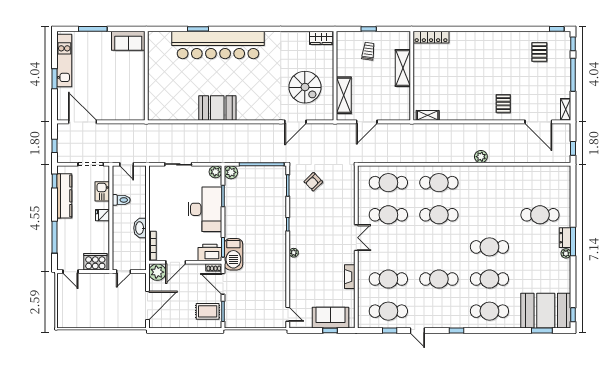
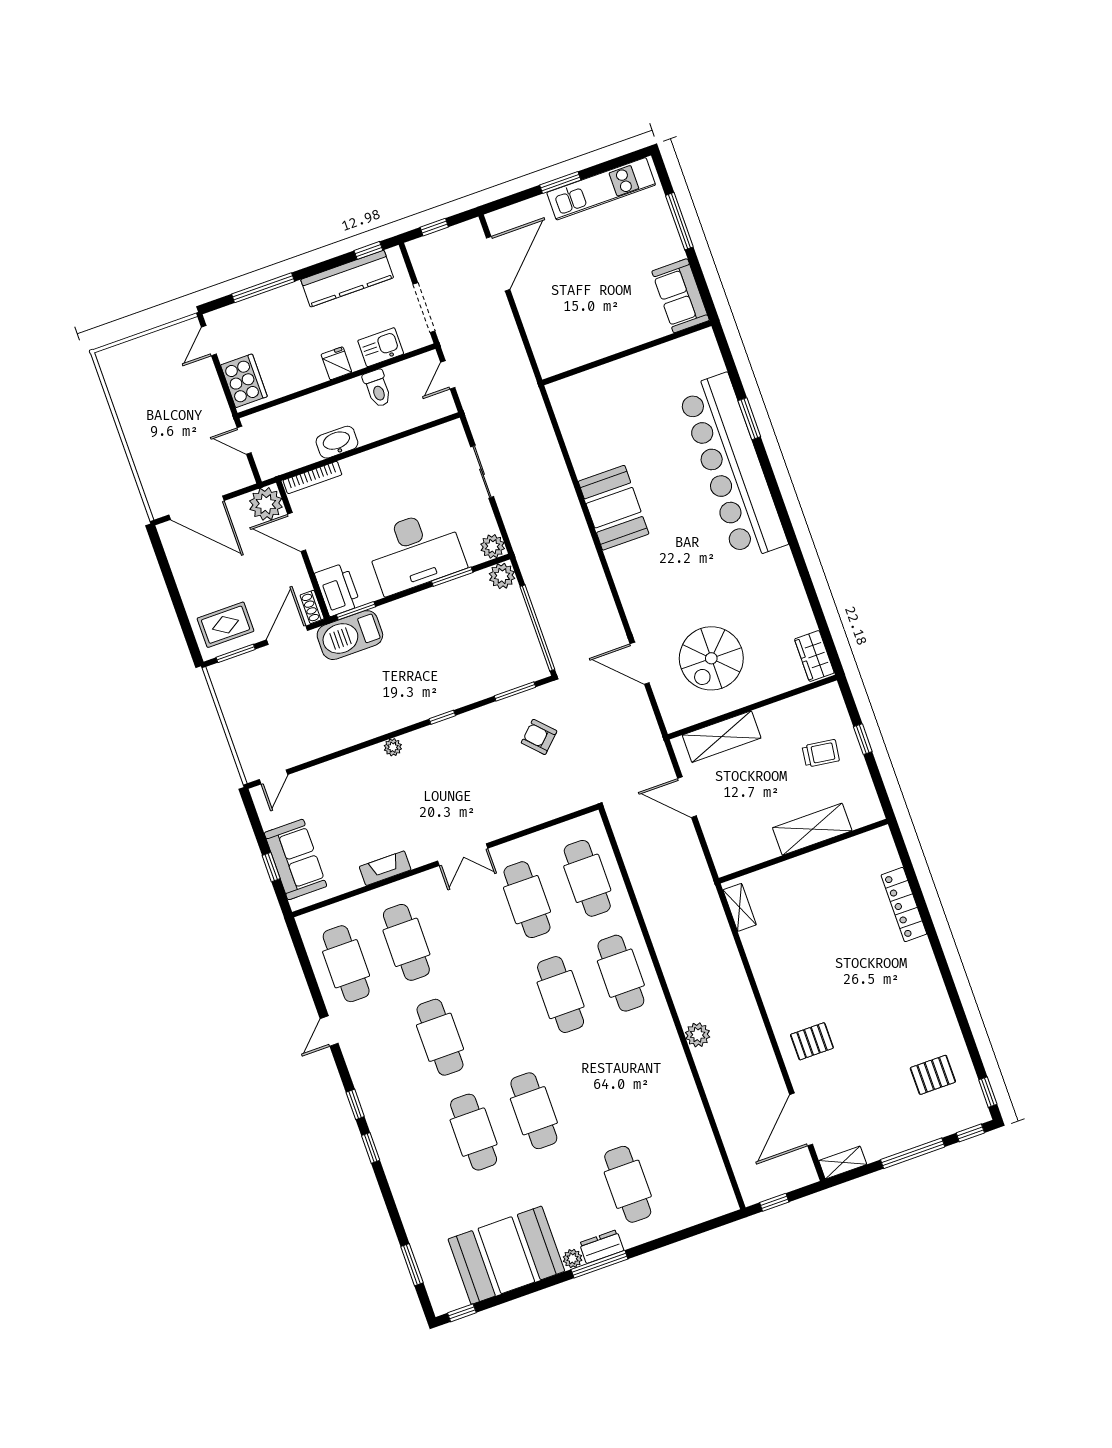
locker: (431, 37) -> (904, 905), moved
rug: (208, 311) -> (226, 625), turned 90
cafe table: (489, 311) -> (413, 1153), removed
booth: (546, 311) -> (506, 1255), moved, turned 90
window: (390, 330) -> (371, 1148), moved

